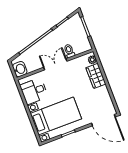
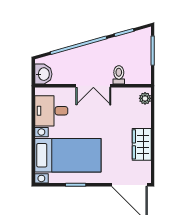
double door: (55, 64) -> (93, 86), swing flipped
wardrobe: (96, 76) -> (142, 144), moved

